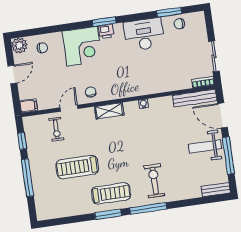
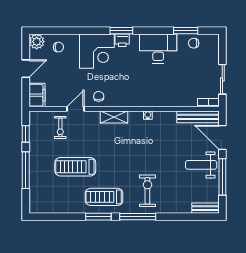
filing cabinet: (29, 106) -> (37, 95), width x2.00
treadmill: (111, 193) -> (104, 197), turned 180

